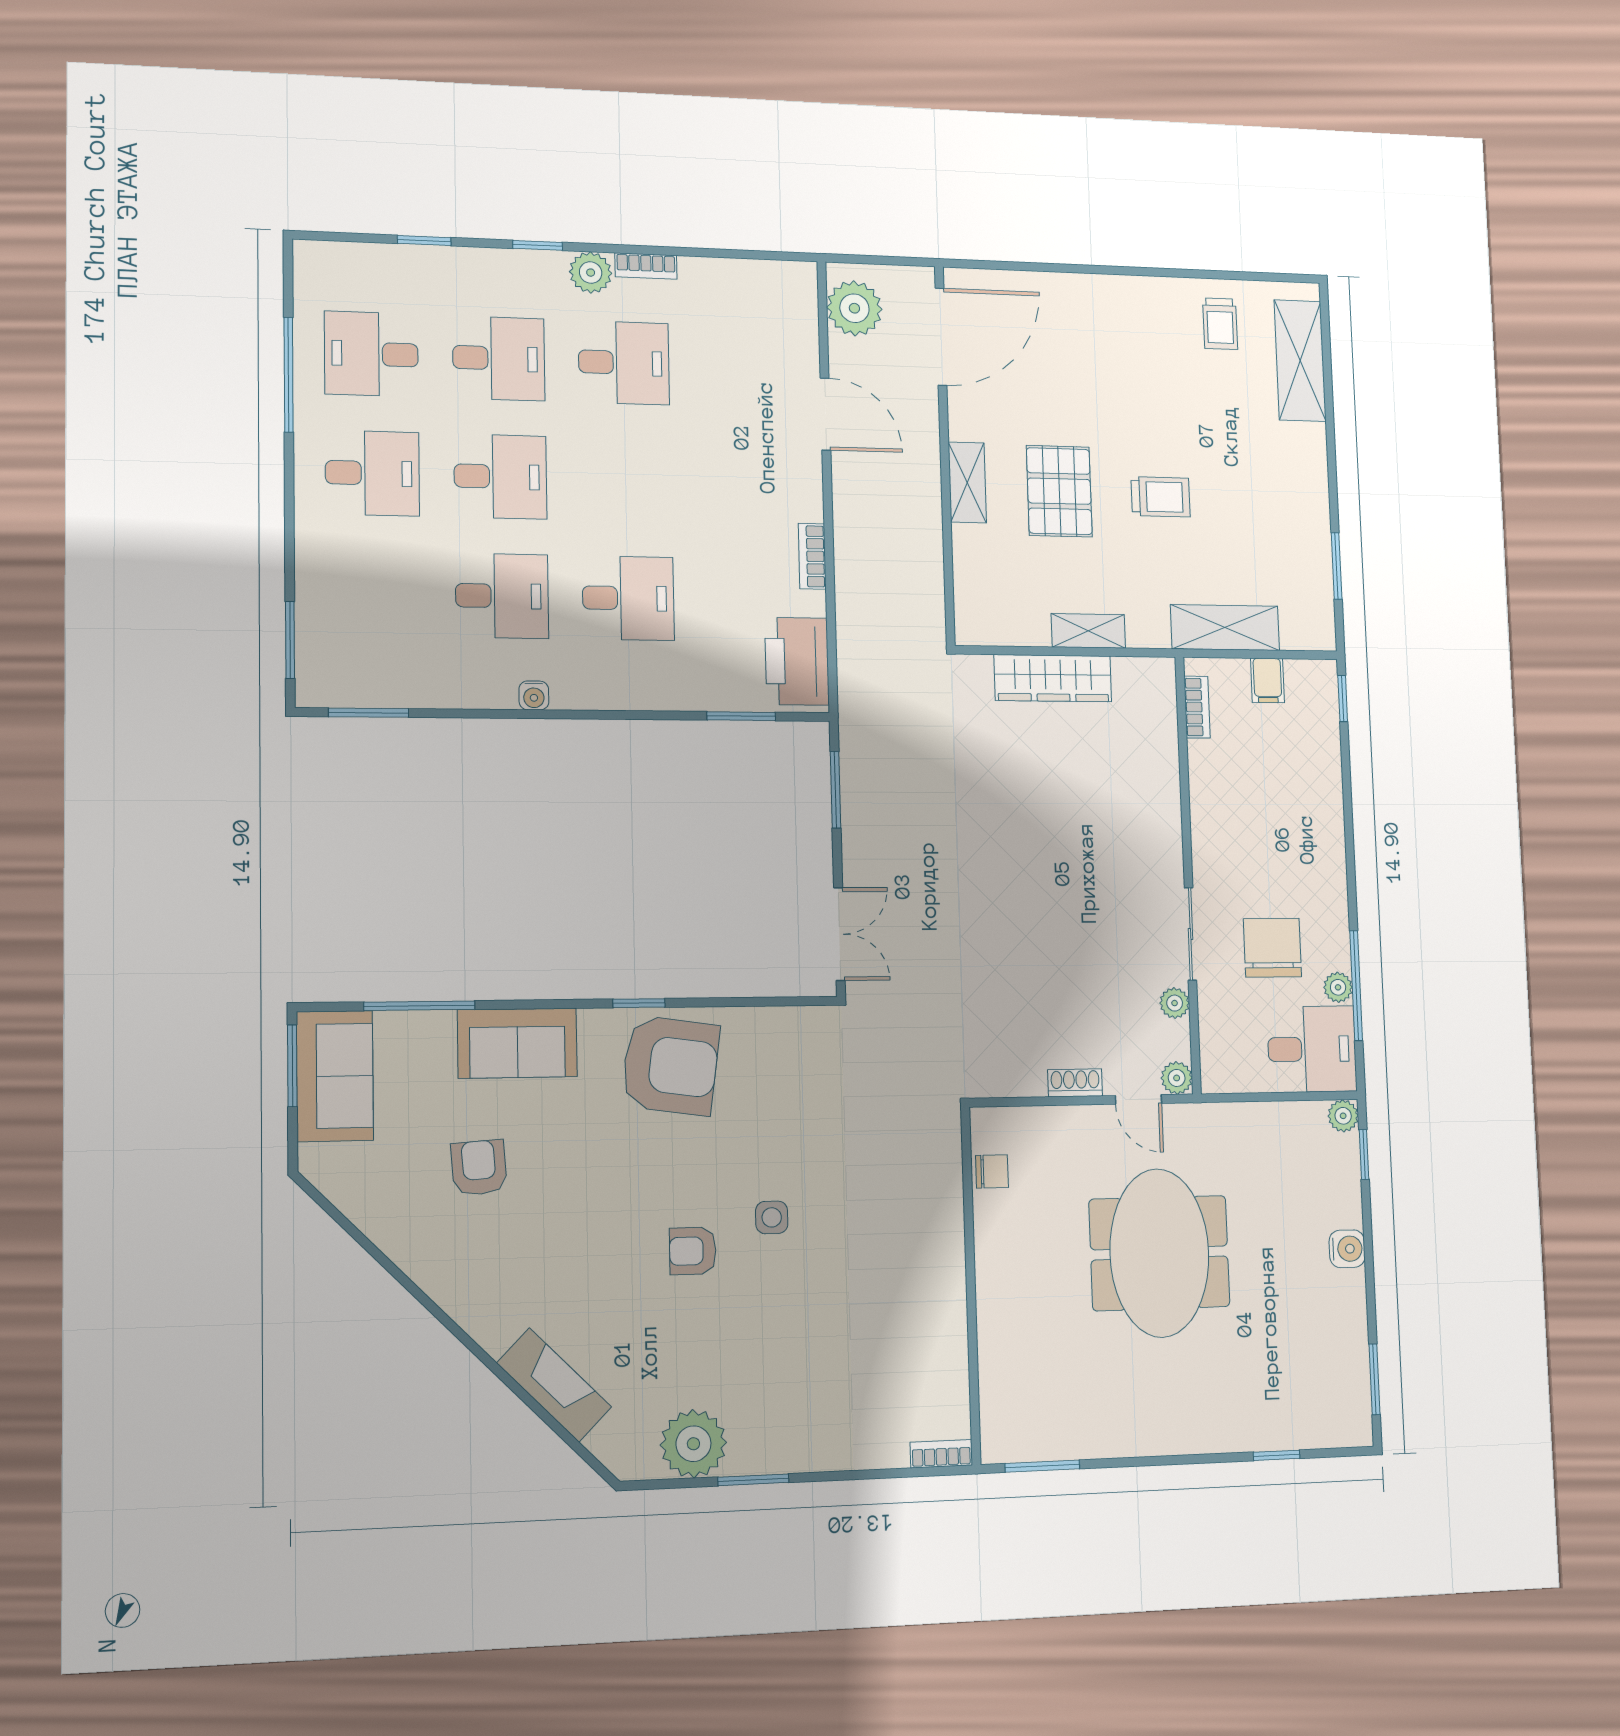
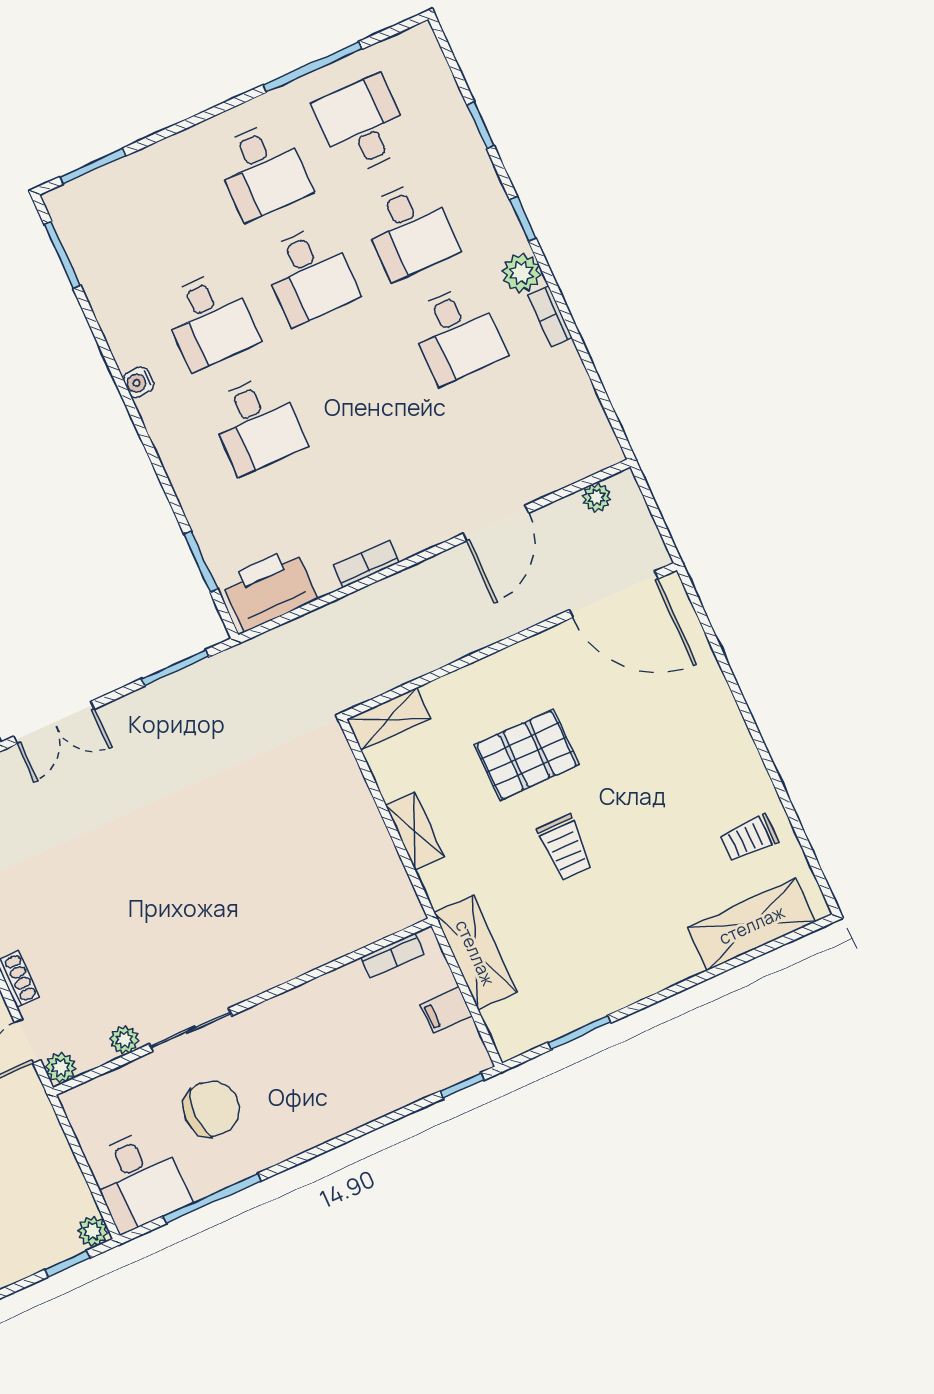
plant: (854, 308) -> (597, 497), width x0.53, depth x0.53
shelving: (967, 482) -> (389, 719), moved
wardrobe: (1053, 678) -> (358, 817), removed
plant: (1338, 987) -> (203, 1183), removed

